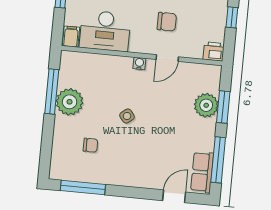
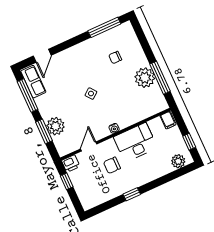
window: (232, 17) -> (67, 181), moved
desk: (105, 31) -> (135, 142), moved
door: (167, 58) -> (89, 146), moved
side table: (127, 116) -> (91, 94), moved

